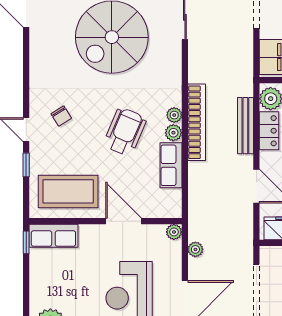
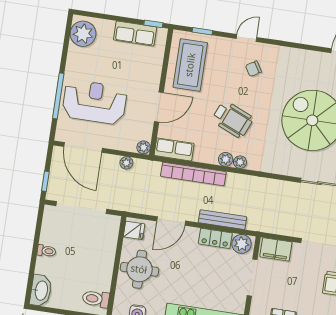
bookcase: (197, 122) -> (193, 174), moved
window: (26, 165) -> (202, 31), moved
row of seats: (171, 165) -> (174, 149), moved
row of seats: (53, 236) -> (135, 33), moved, turned -90

